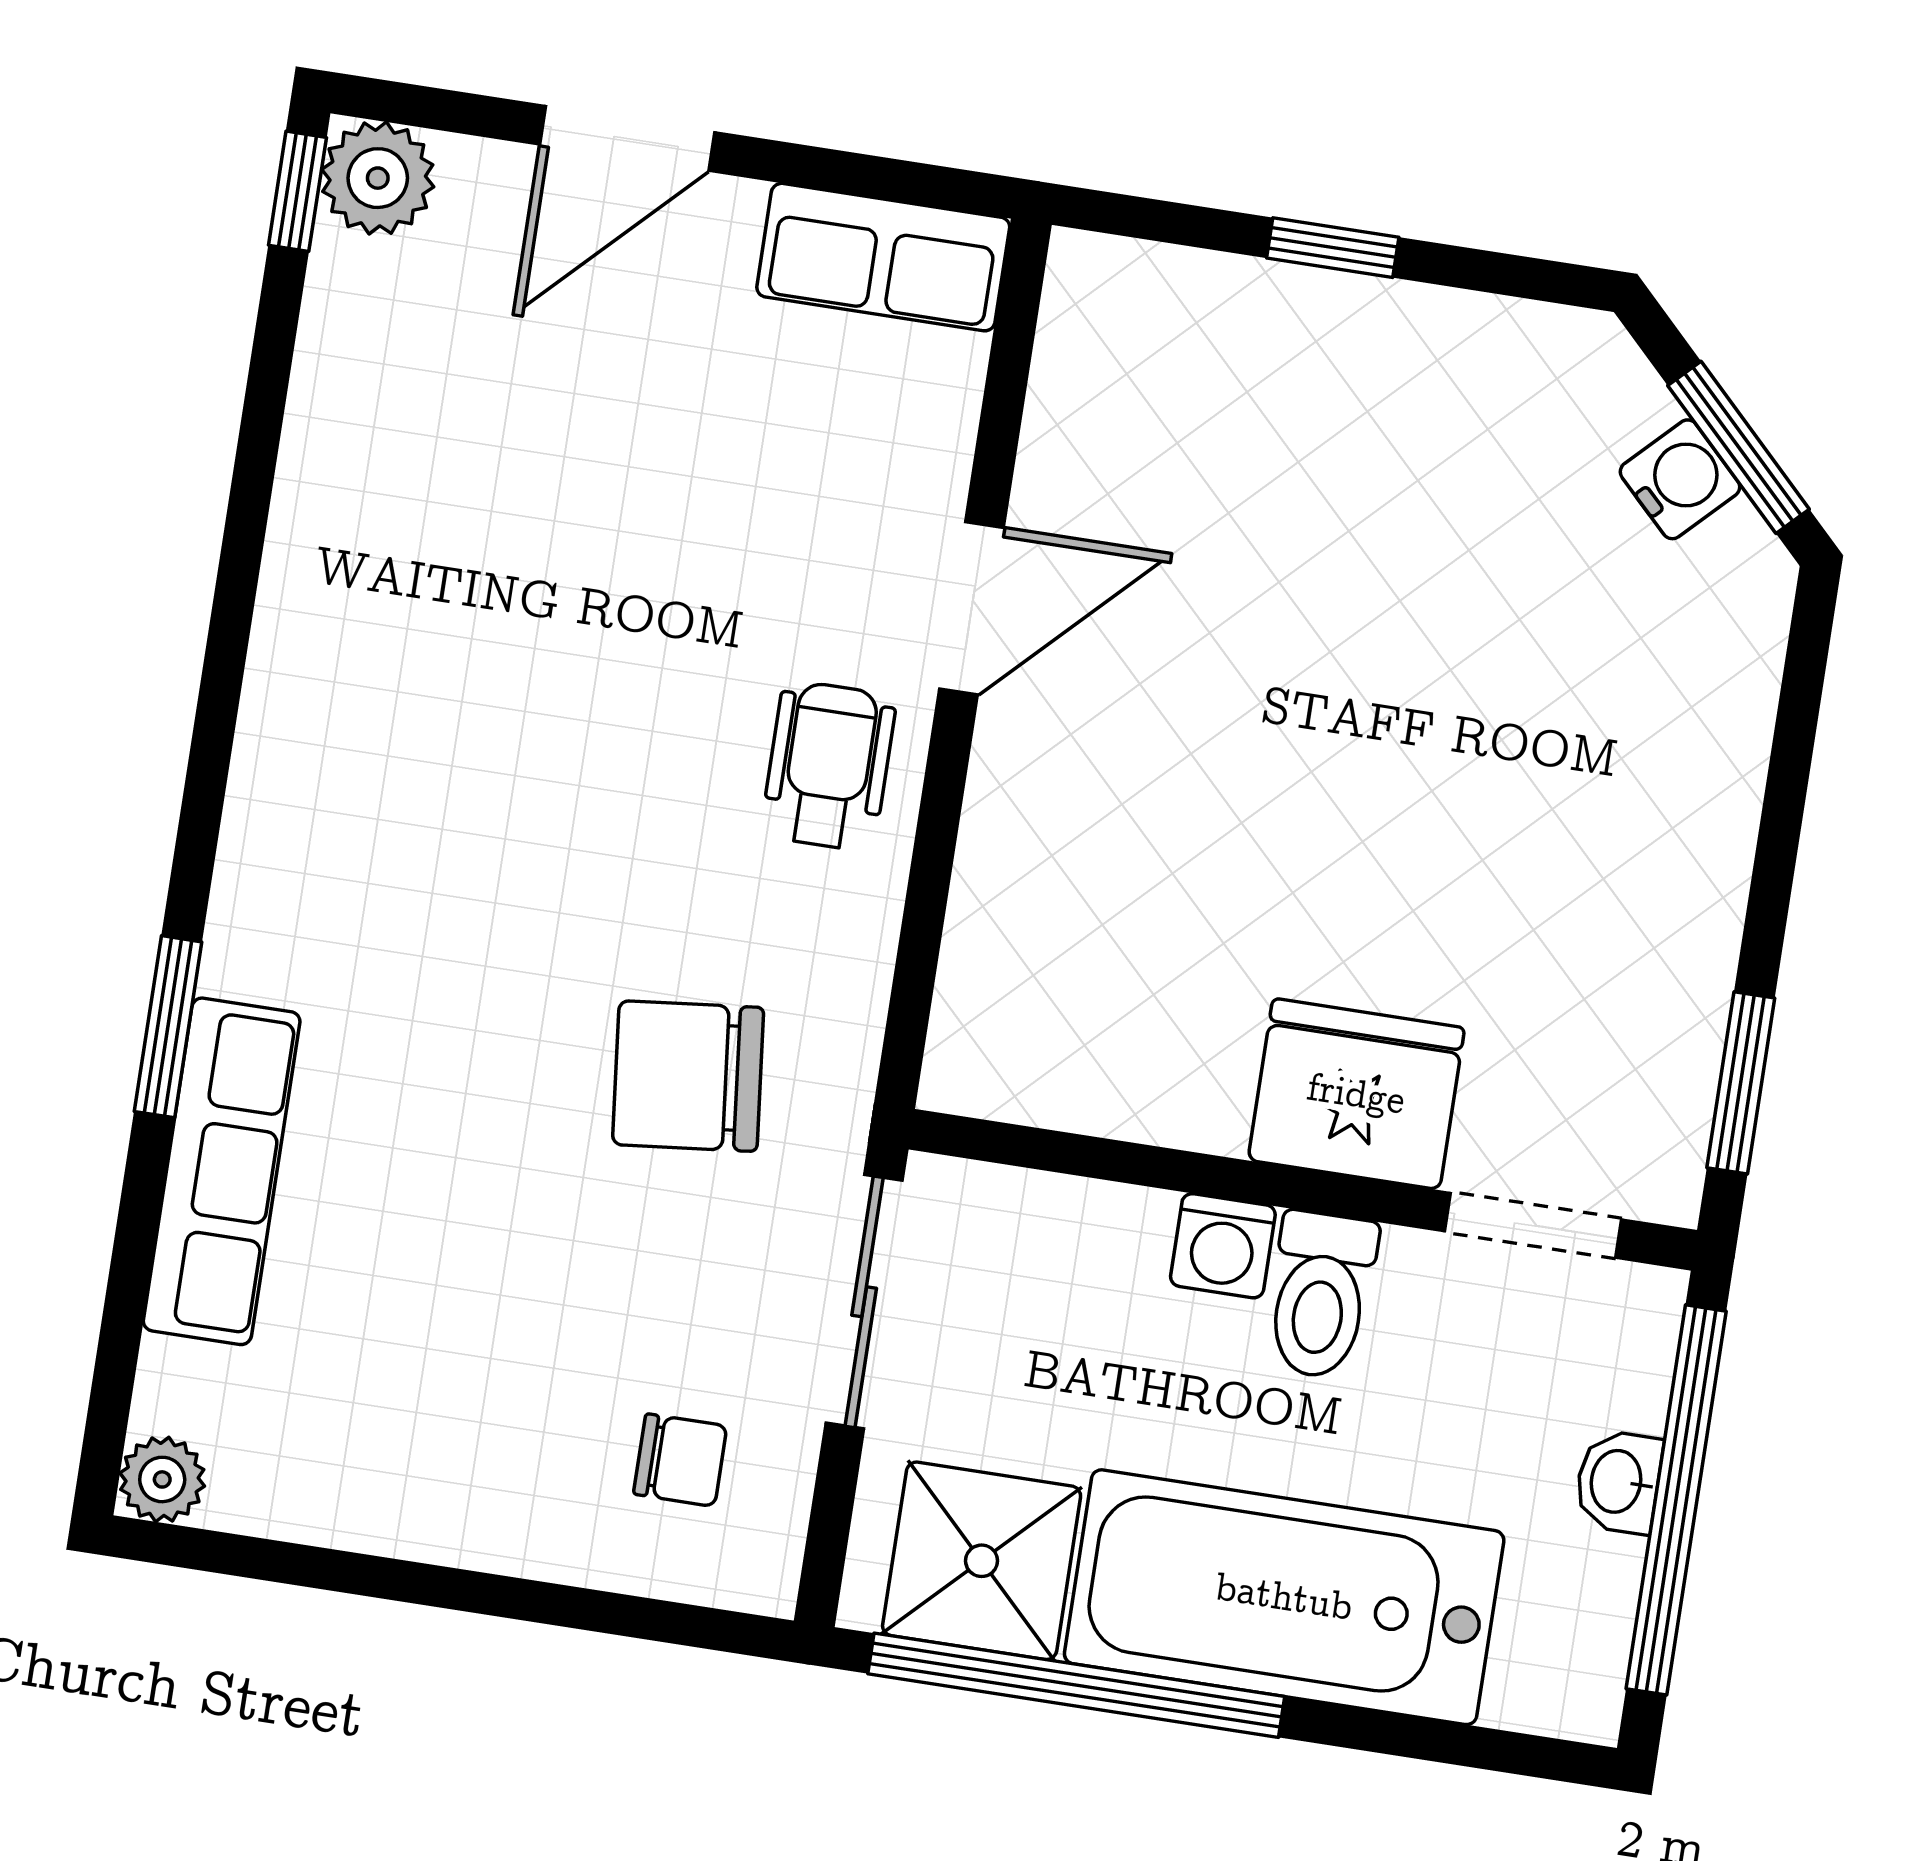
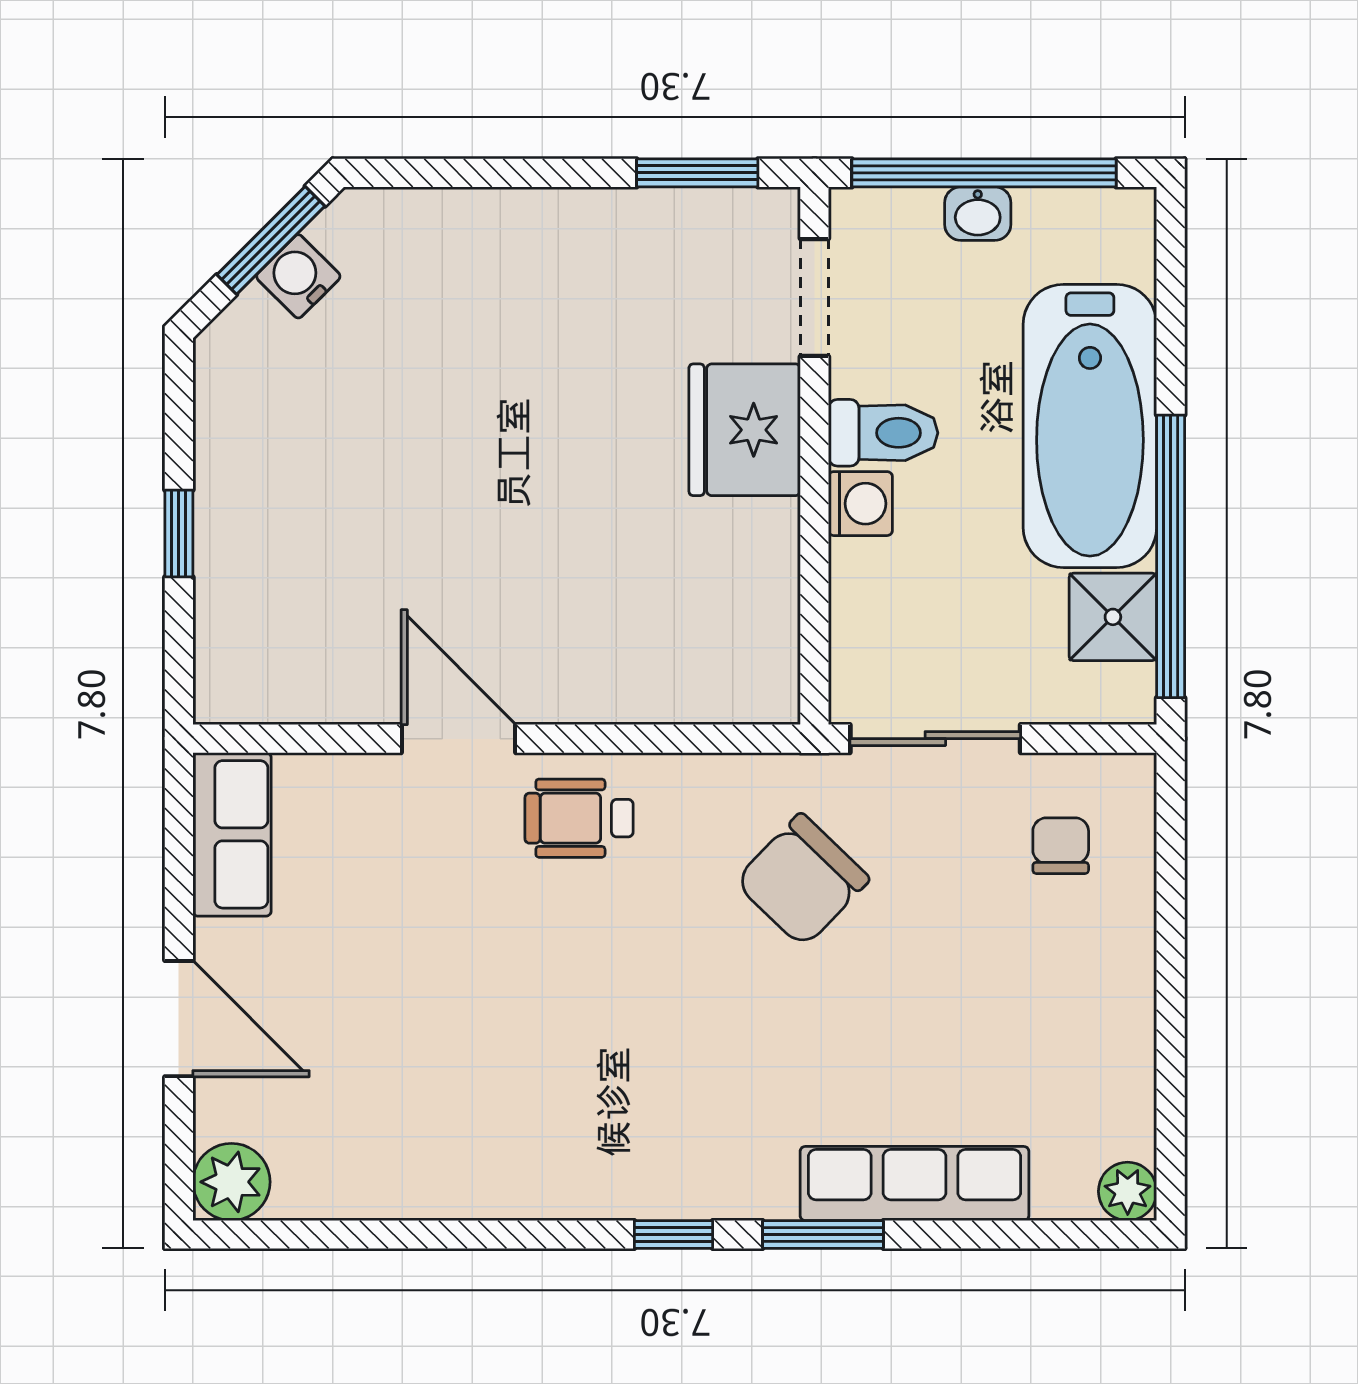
window: (297, 191) -> (673, 1234), moved
chair: (688, 1076) -> (802, 880), turned 50
shower: (982, 1561) -> (1113, 617), width x0.73, depth x0.73

